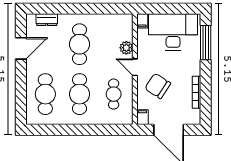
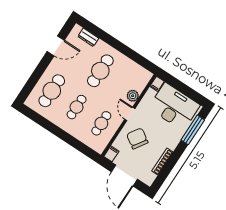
cafe table: (79, 94) -> (77, 107), width x0.73, depth x0.74

